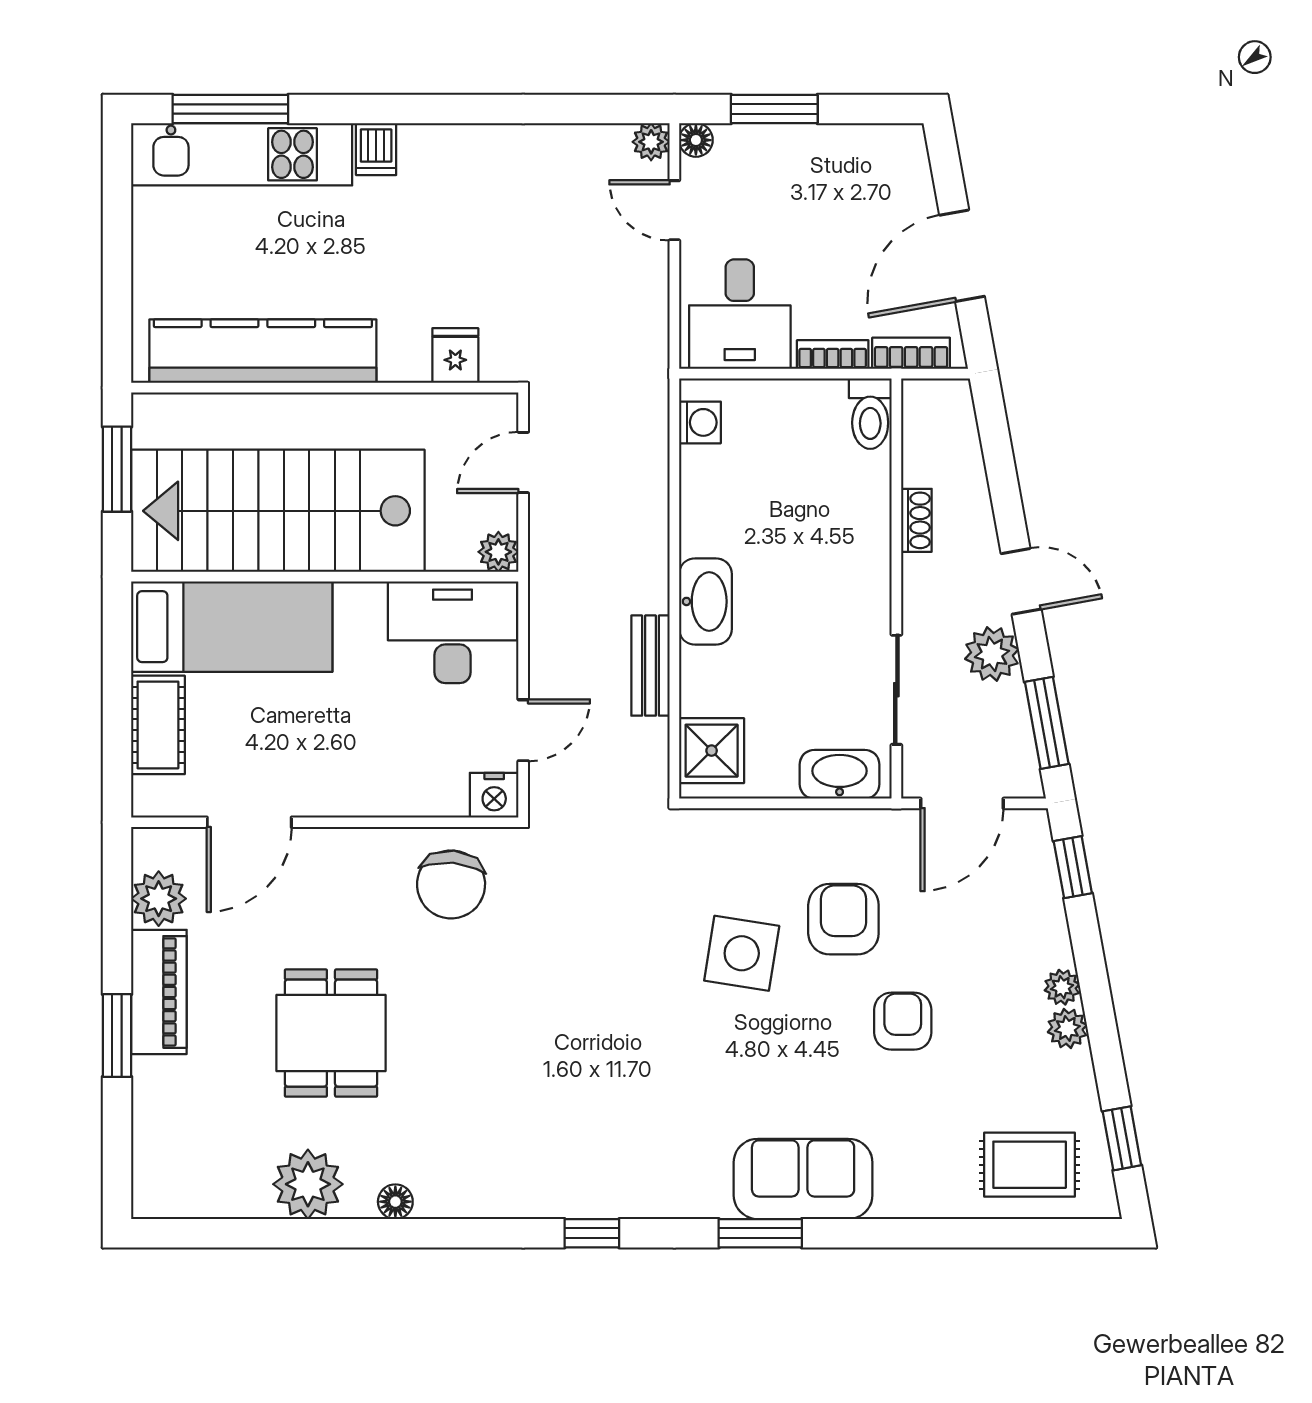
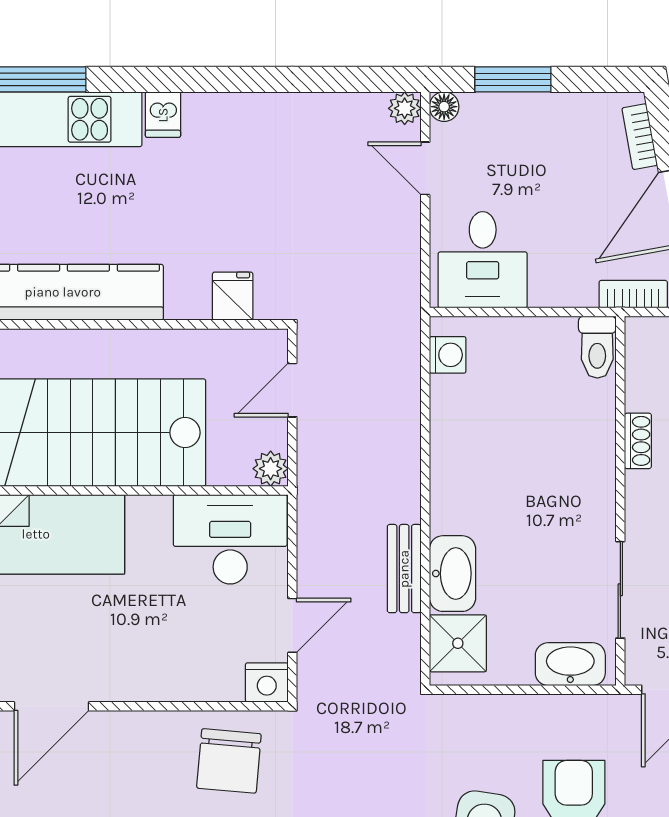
bookcase: (833, 355) -> (640, 137), moved, turned -100
washbasin: (705, 601) -> (452, 574), moved

